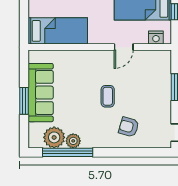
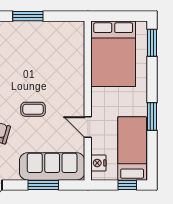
bed: (58, 31) -> (113, 54), width x1.50
sofa: (41, 93) -> (52, 166), moved, turned 180

